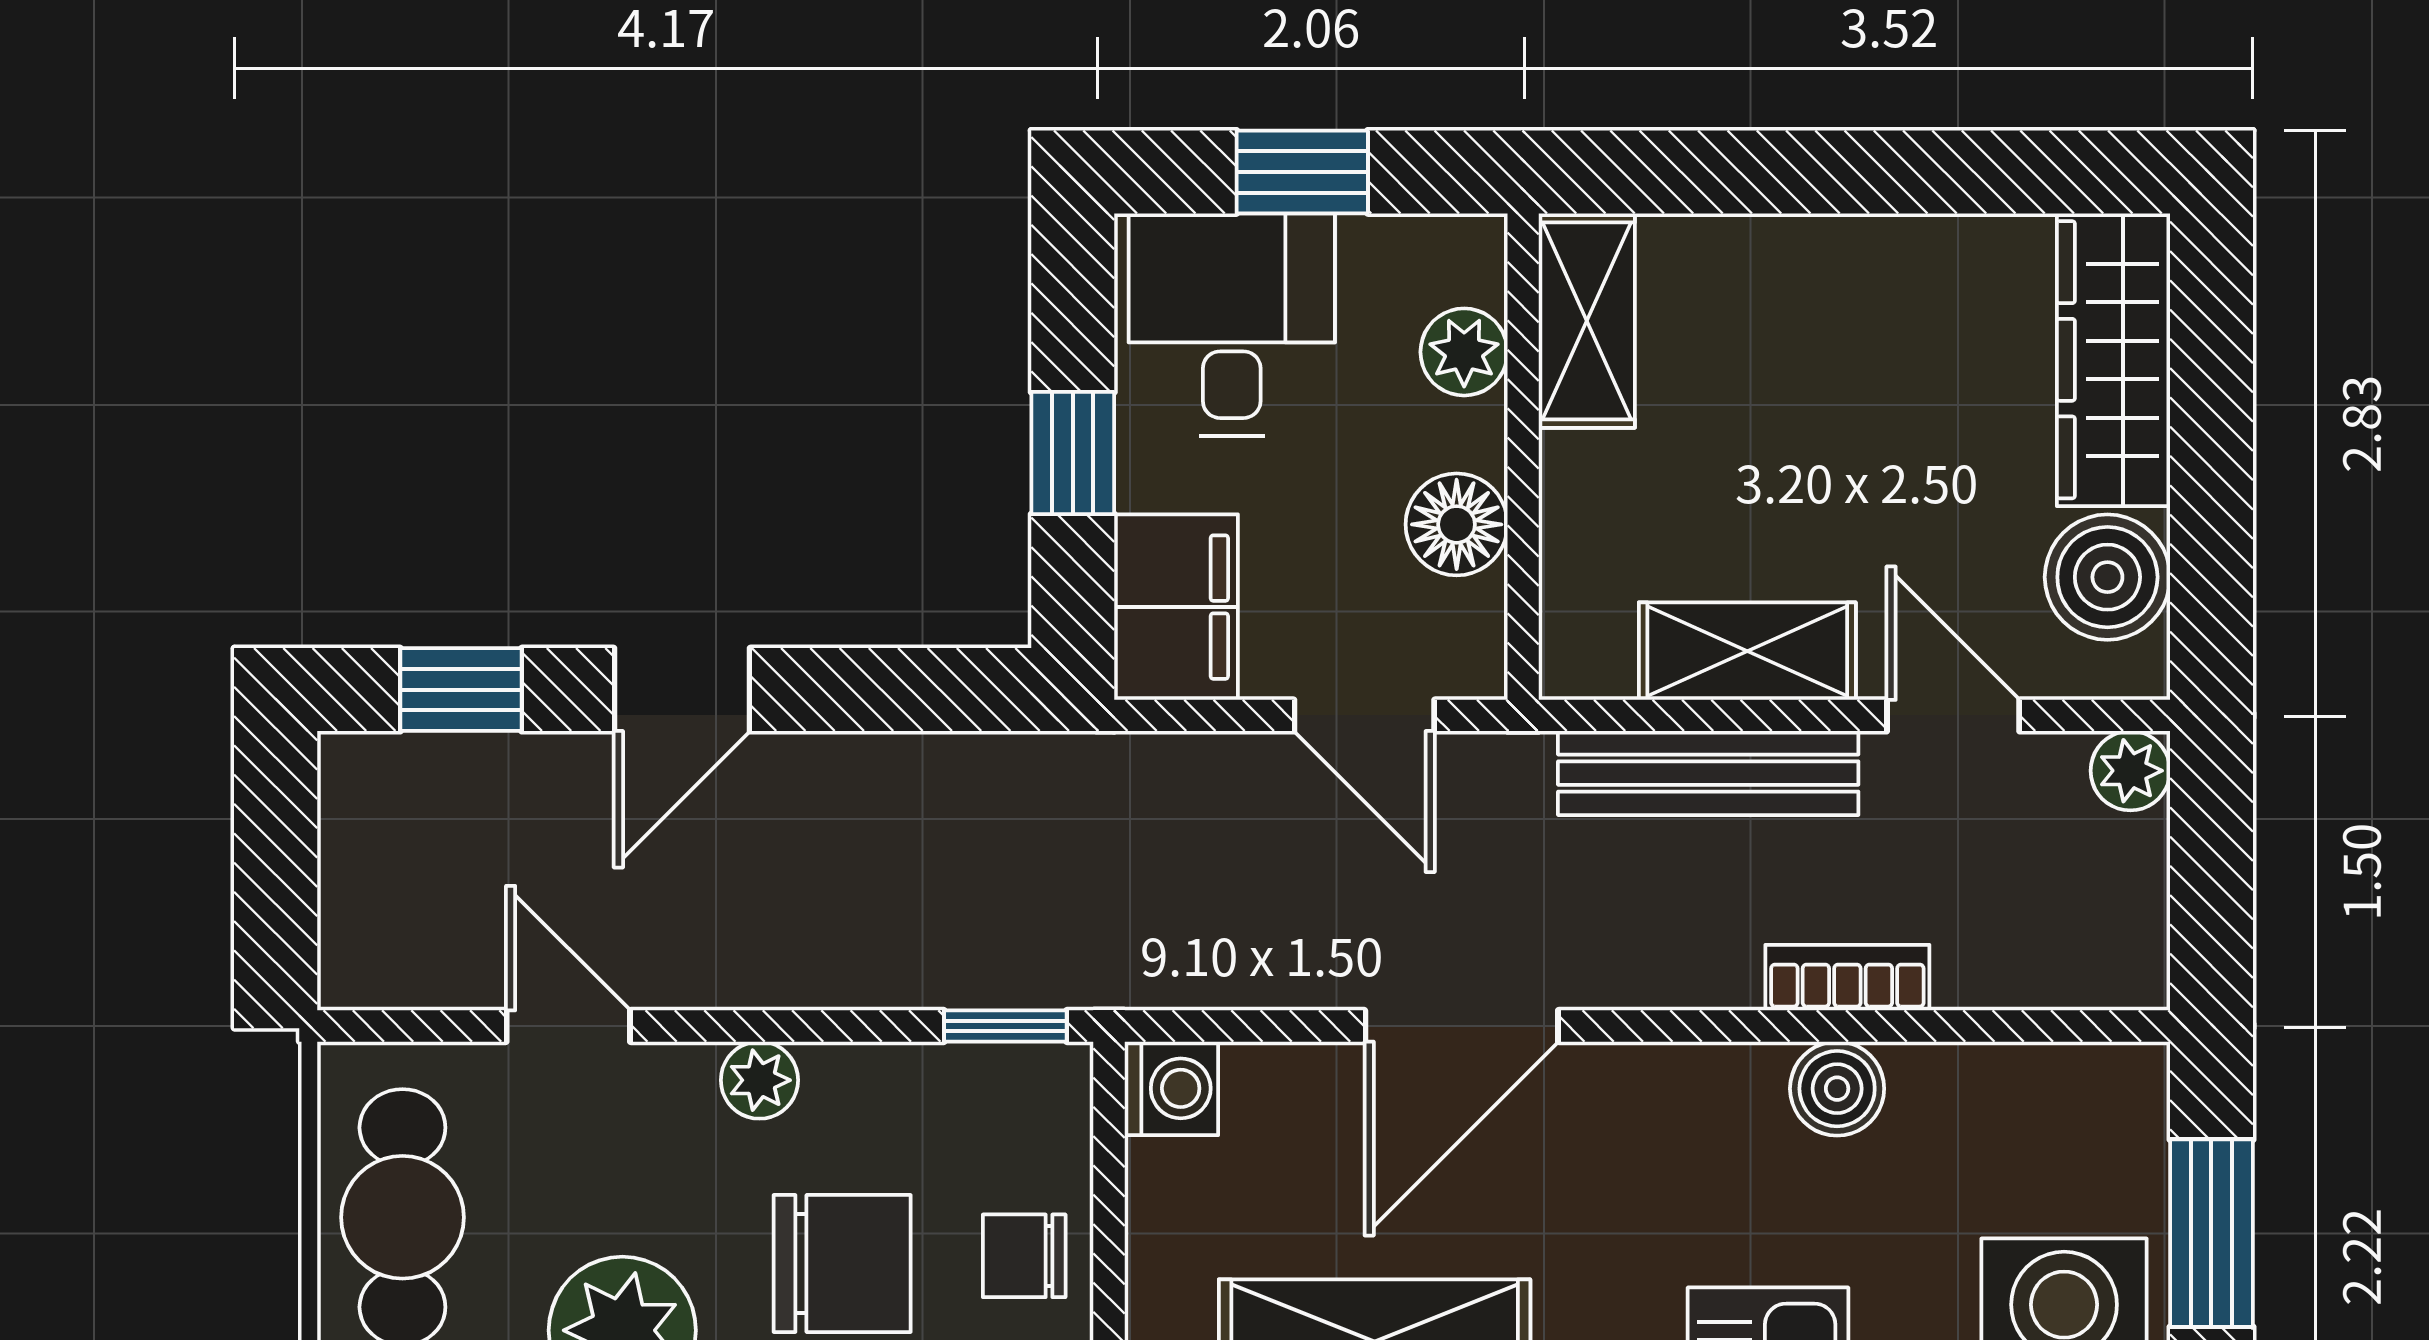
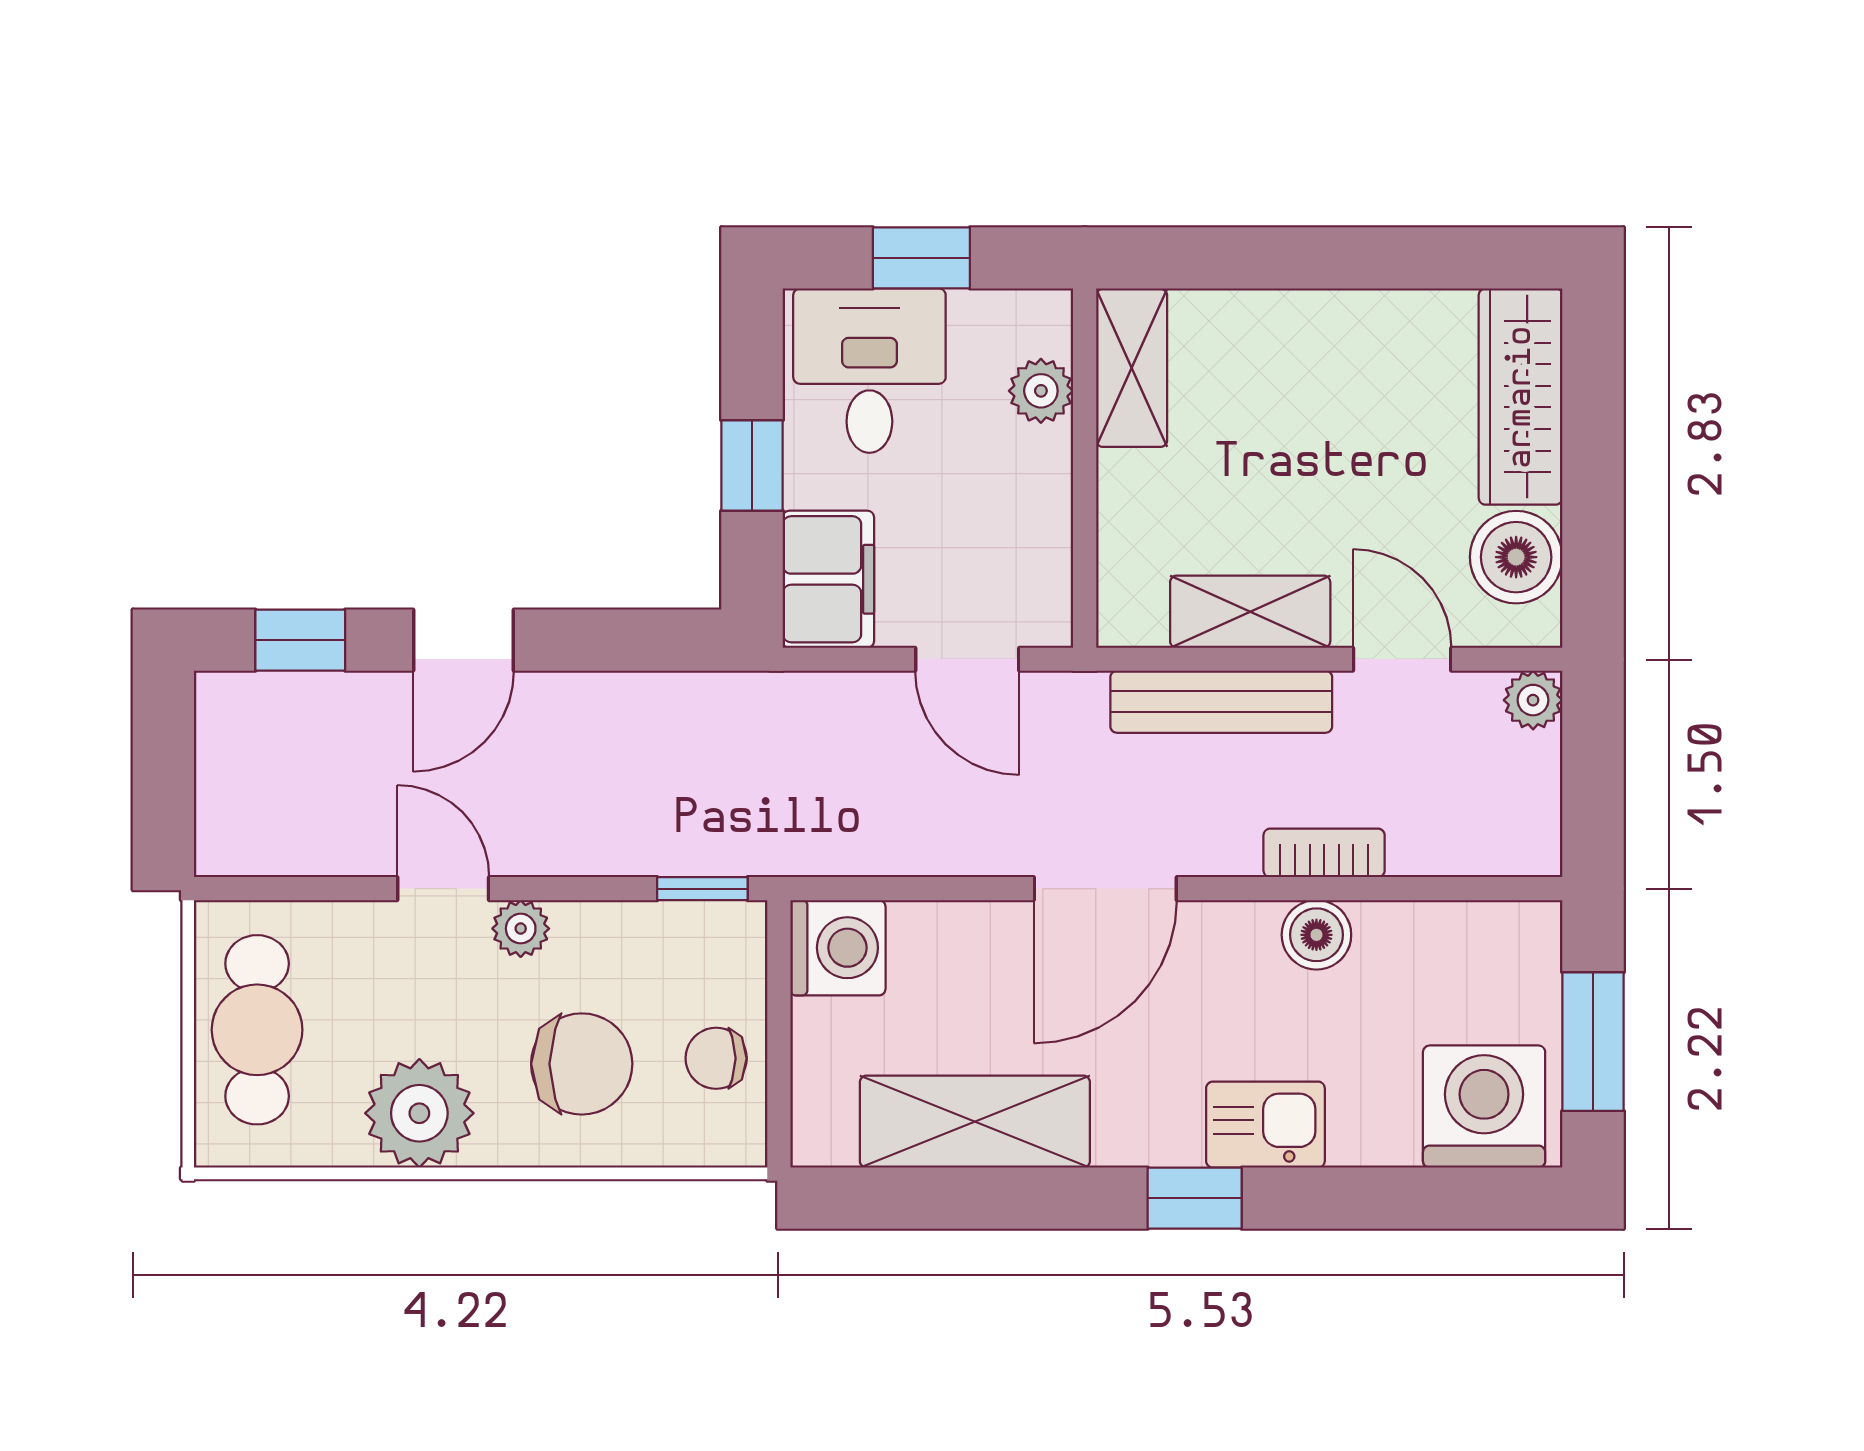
floor lamp: (1457, 524) -> (1035, 518), removed
door: (568, 1026) -> (443, 889), moved
door: (1462, 1026) -> (1105, 889), moved
washing machine: (1171, 1088) -> (838, 948), width x1.38, depth x1.38

